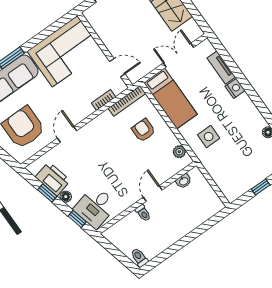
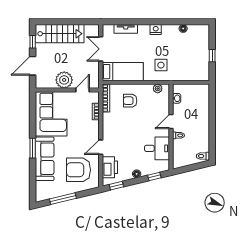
plant: (114, 39) -> (64, 80), added
nightstand: (235, 88) -> (156, 30), moved
door: (67, 134) -> (101, 147), hinge flipped
printer: (53, 179) -> (110, 167), moved, turned 104
window: (47, 193) -> (116, 186), moved
door: (153, 193) -> (171, 122), hinge flipped
desk: (95, 207) -> (157, 148), moved, turned -76

